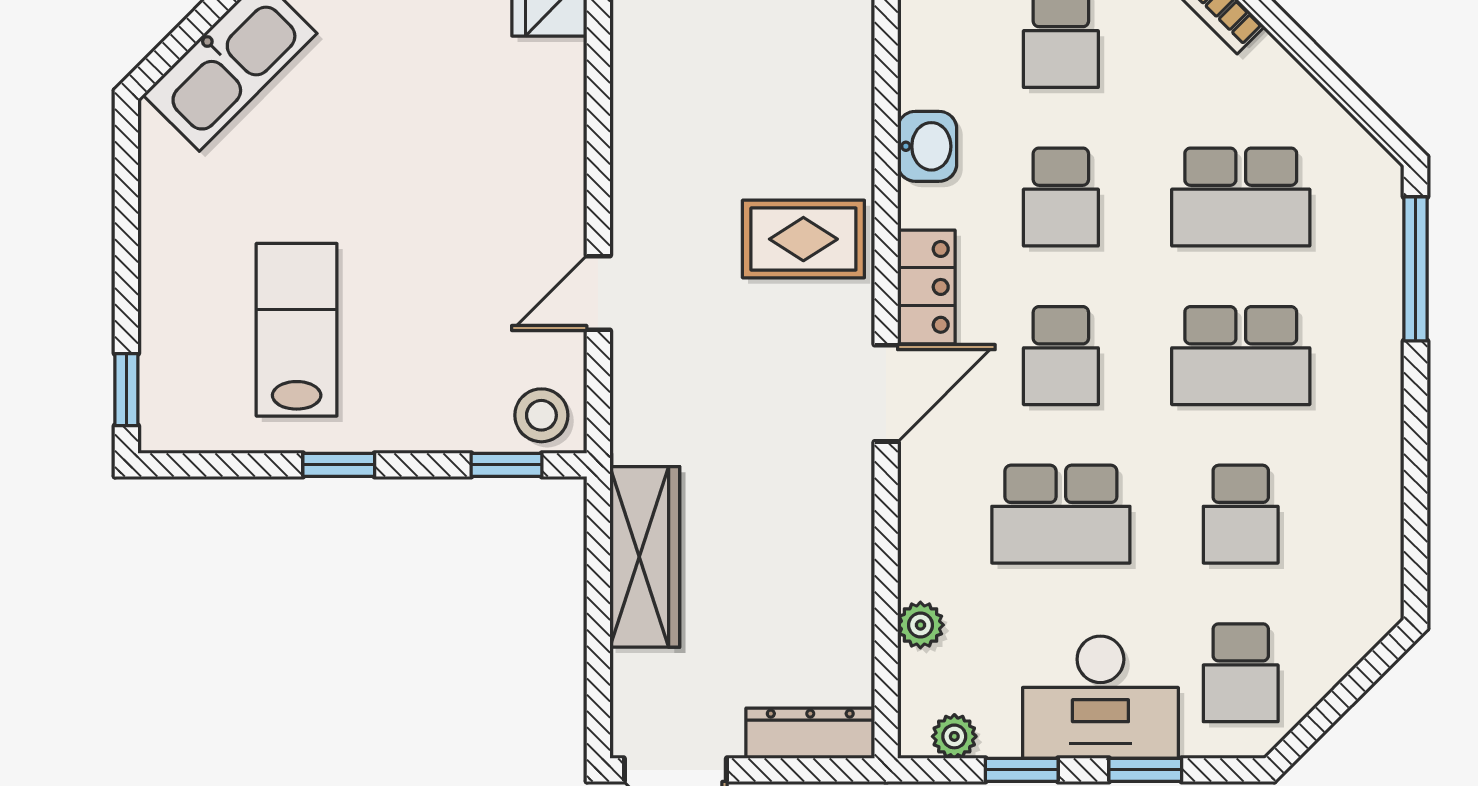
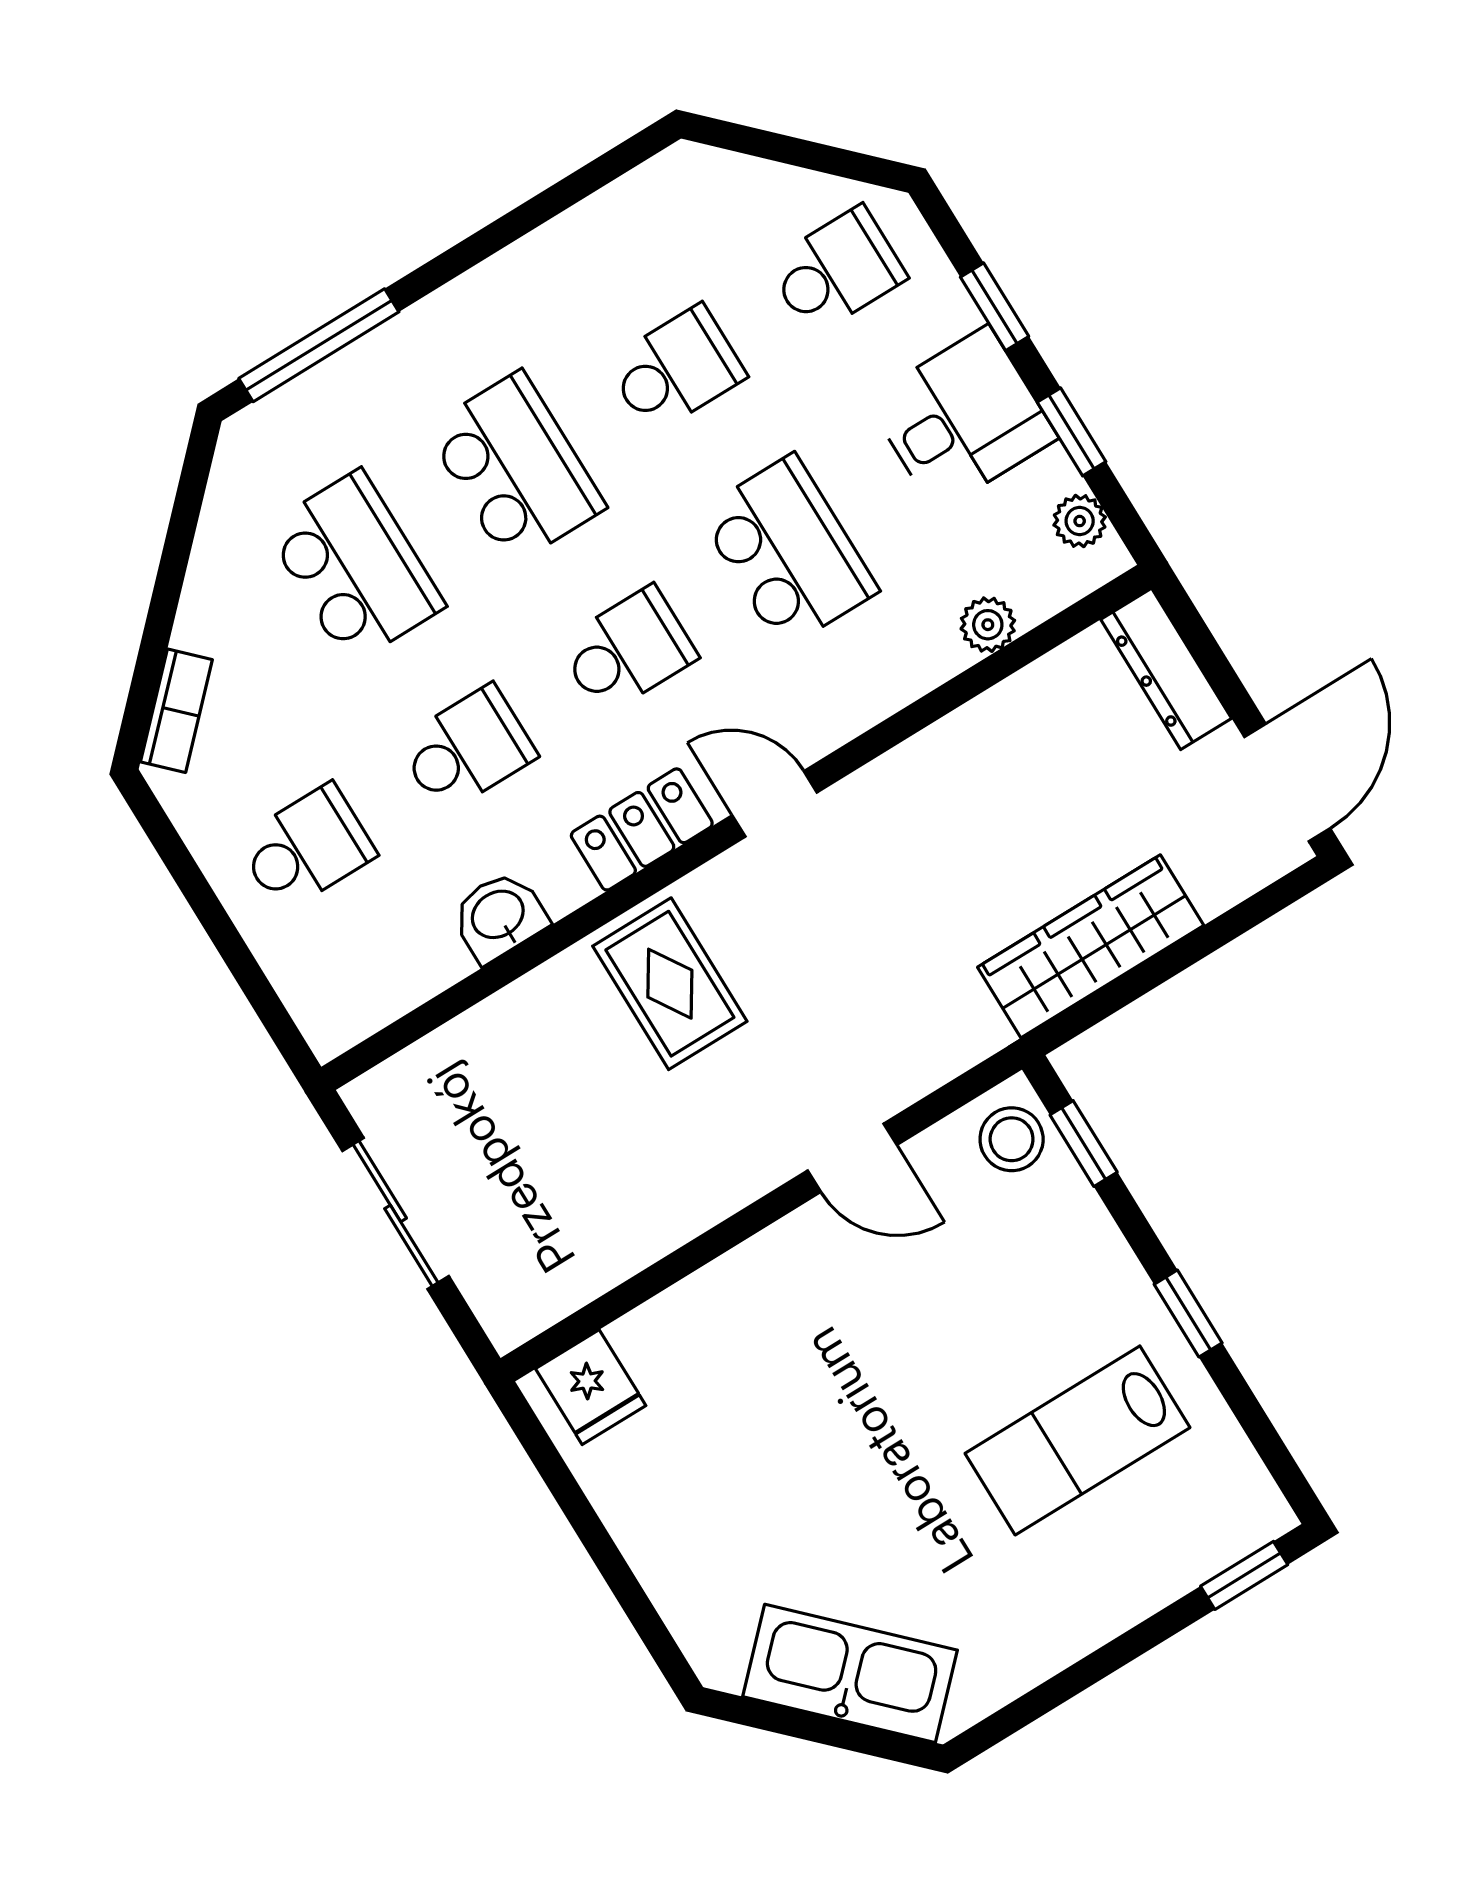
door: (886, 393) -> (775, 804), width x0.73
desk: (1100, 697) -> (962, 419), width x0.73

